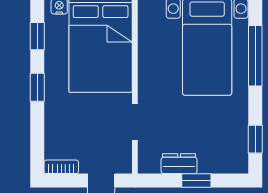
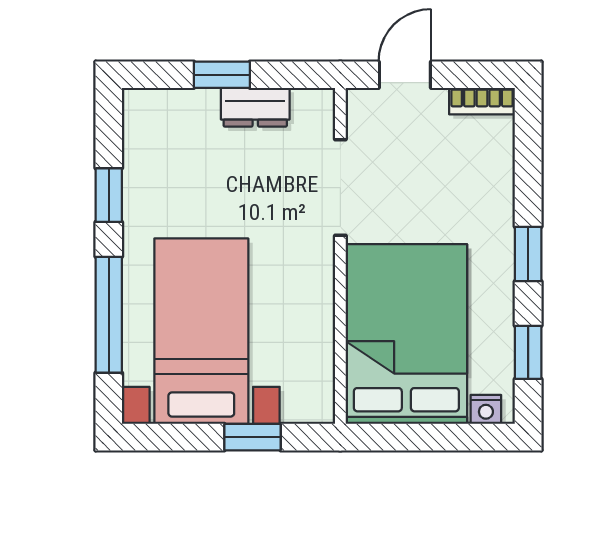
doorway: (135, 122) -> (340, 188), width x1.38
window: (255, 139) -> (109, 195), moved

